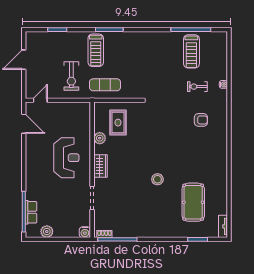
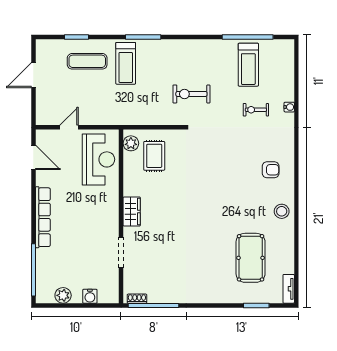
exercise bike: (71, 76) -> (191, 94), moved, turned 90
exercise mat: (105, 85) -> (87, 61), moved
door: (40, 100) -> (69, 127), moved
armchair: (201, 120) -> (271, 170), moved
plant: (100, 138) -> (131, 143), moved
reception desk: (66, 158) -> (98, 159), moved
stool: (157, 179) -> (282, 211), moved
row of seats: (31, 212) -> (43, 217), moved, width x2.02
water cooler: (85, 232) -> (90, 296), moved

